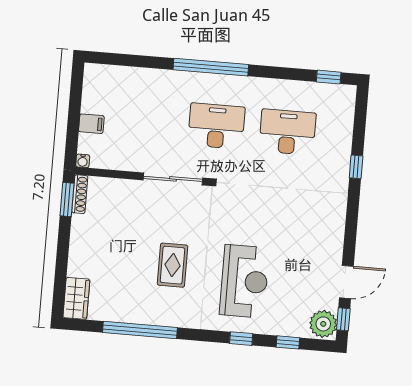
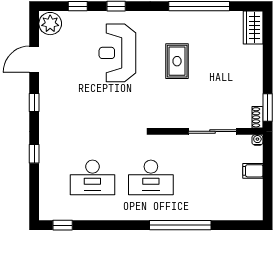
window: (211, 67) -> (180, 225), moved
sliding door: (173, 179) -> (212, 131), moved
shoe rack: (80, 194) -> (257, 117), width x0.70
window: (343, 319) -> (34, 103), moved

